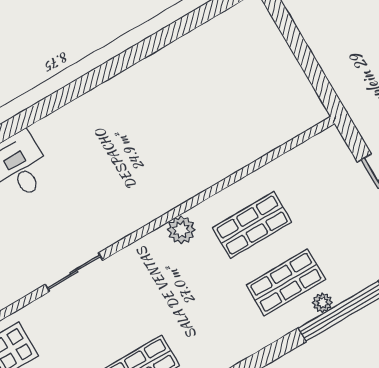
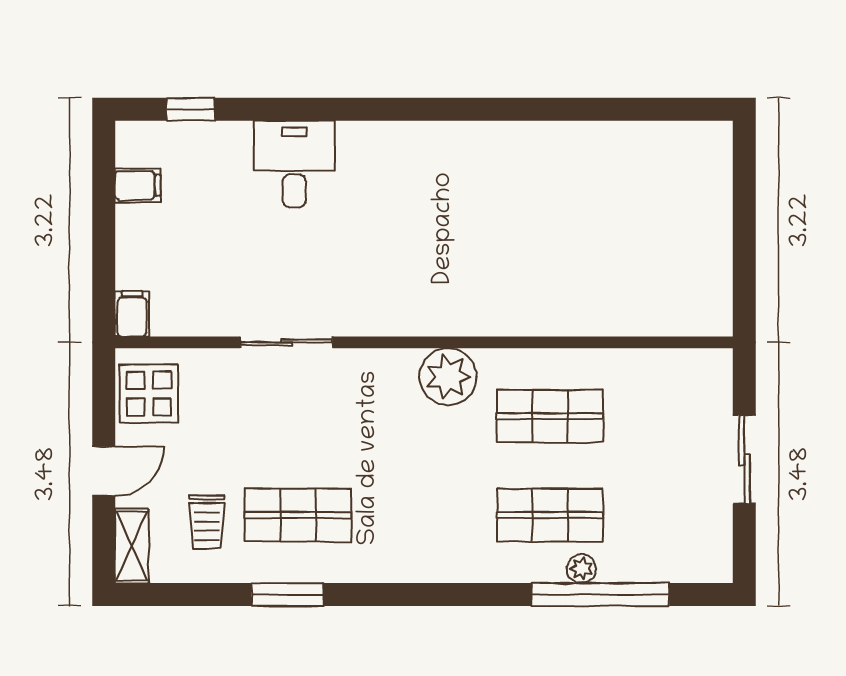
plant: (181, 230) -> (448, 377), width x1.36, depth x1.36

